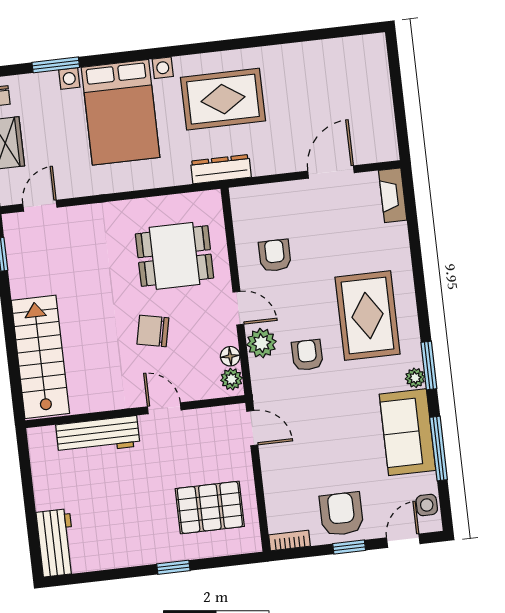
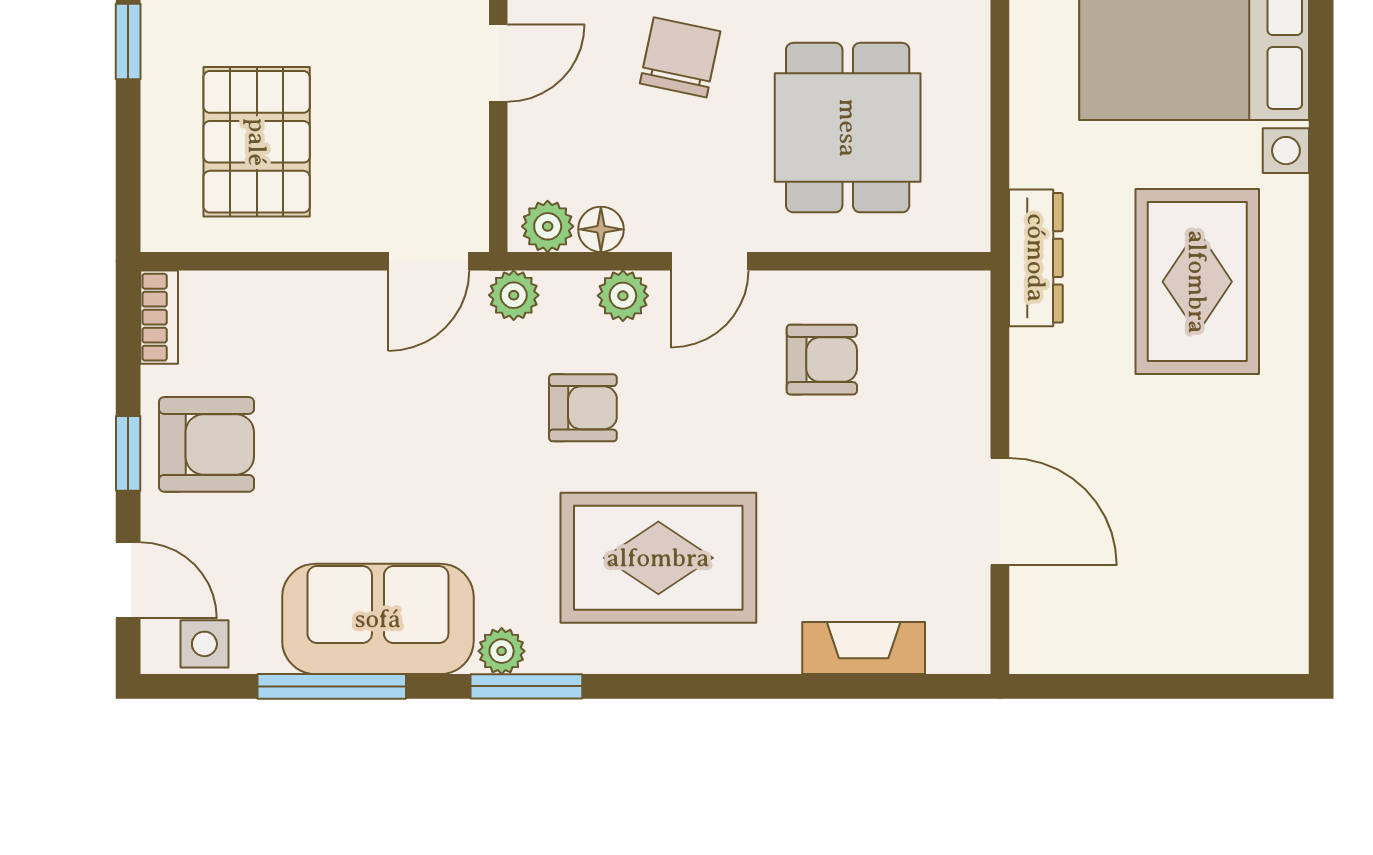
fireplace: (393, 195) -> (864, 648), moved
plant: (261, 343) -> (623, 296), width x0.73, depth x0.73
plant: (263, 390) -> (514, 295), added

